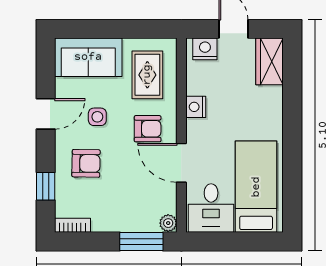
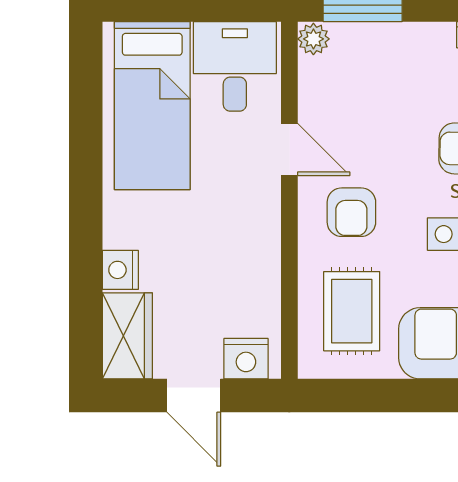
nightstand: (196, 107) -> (120, 270), moved, turned 180
armchair: (148, 129) -> (351, 212), turned -90
door: (181, 163) -> (289, 150), width x0.73

